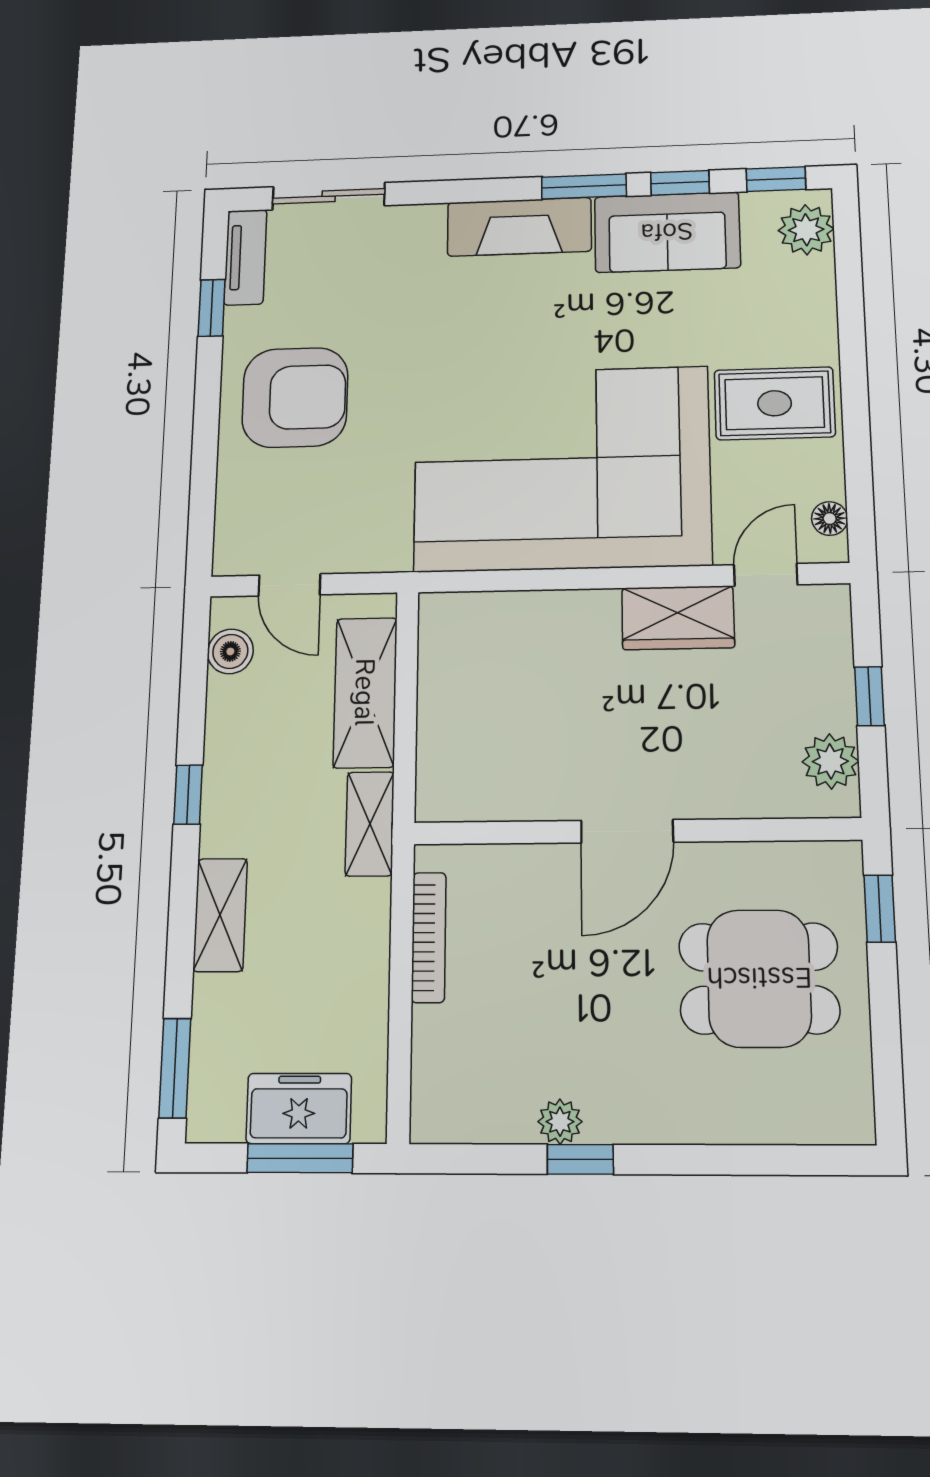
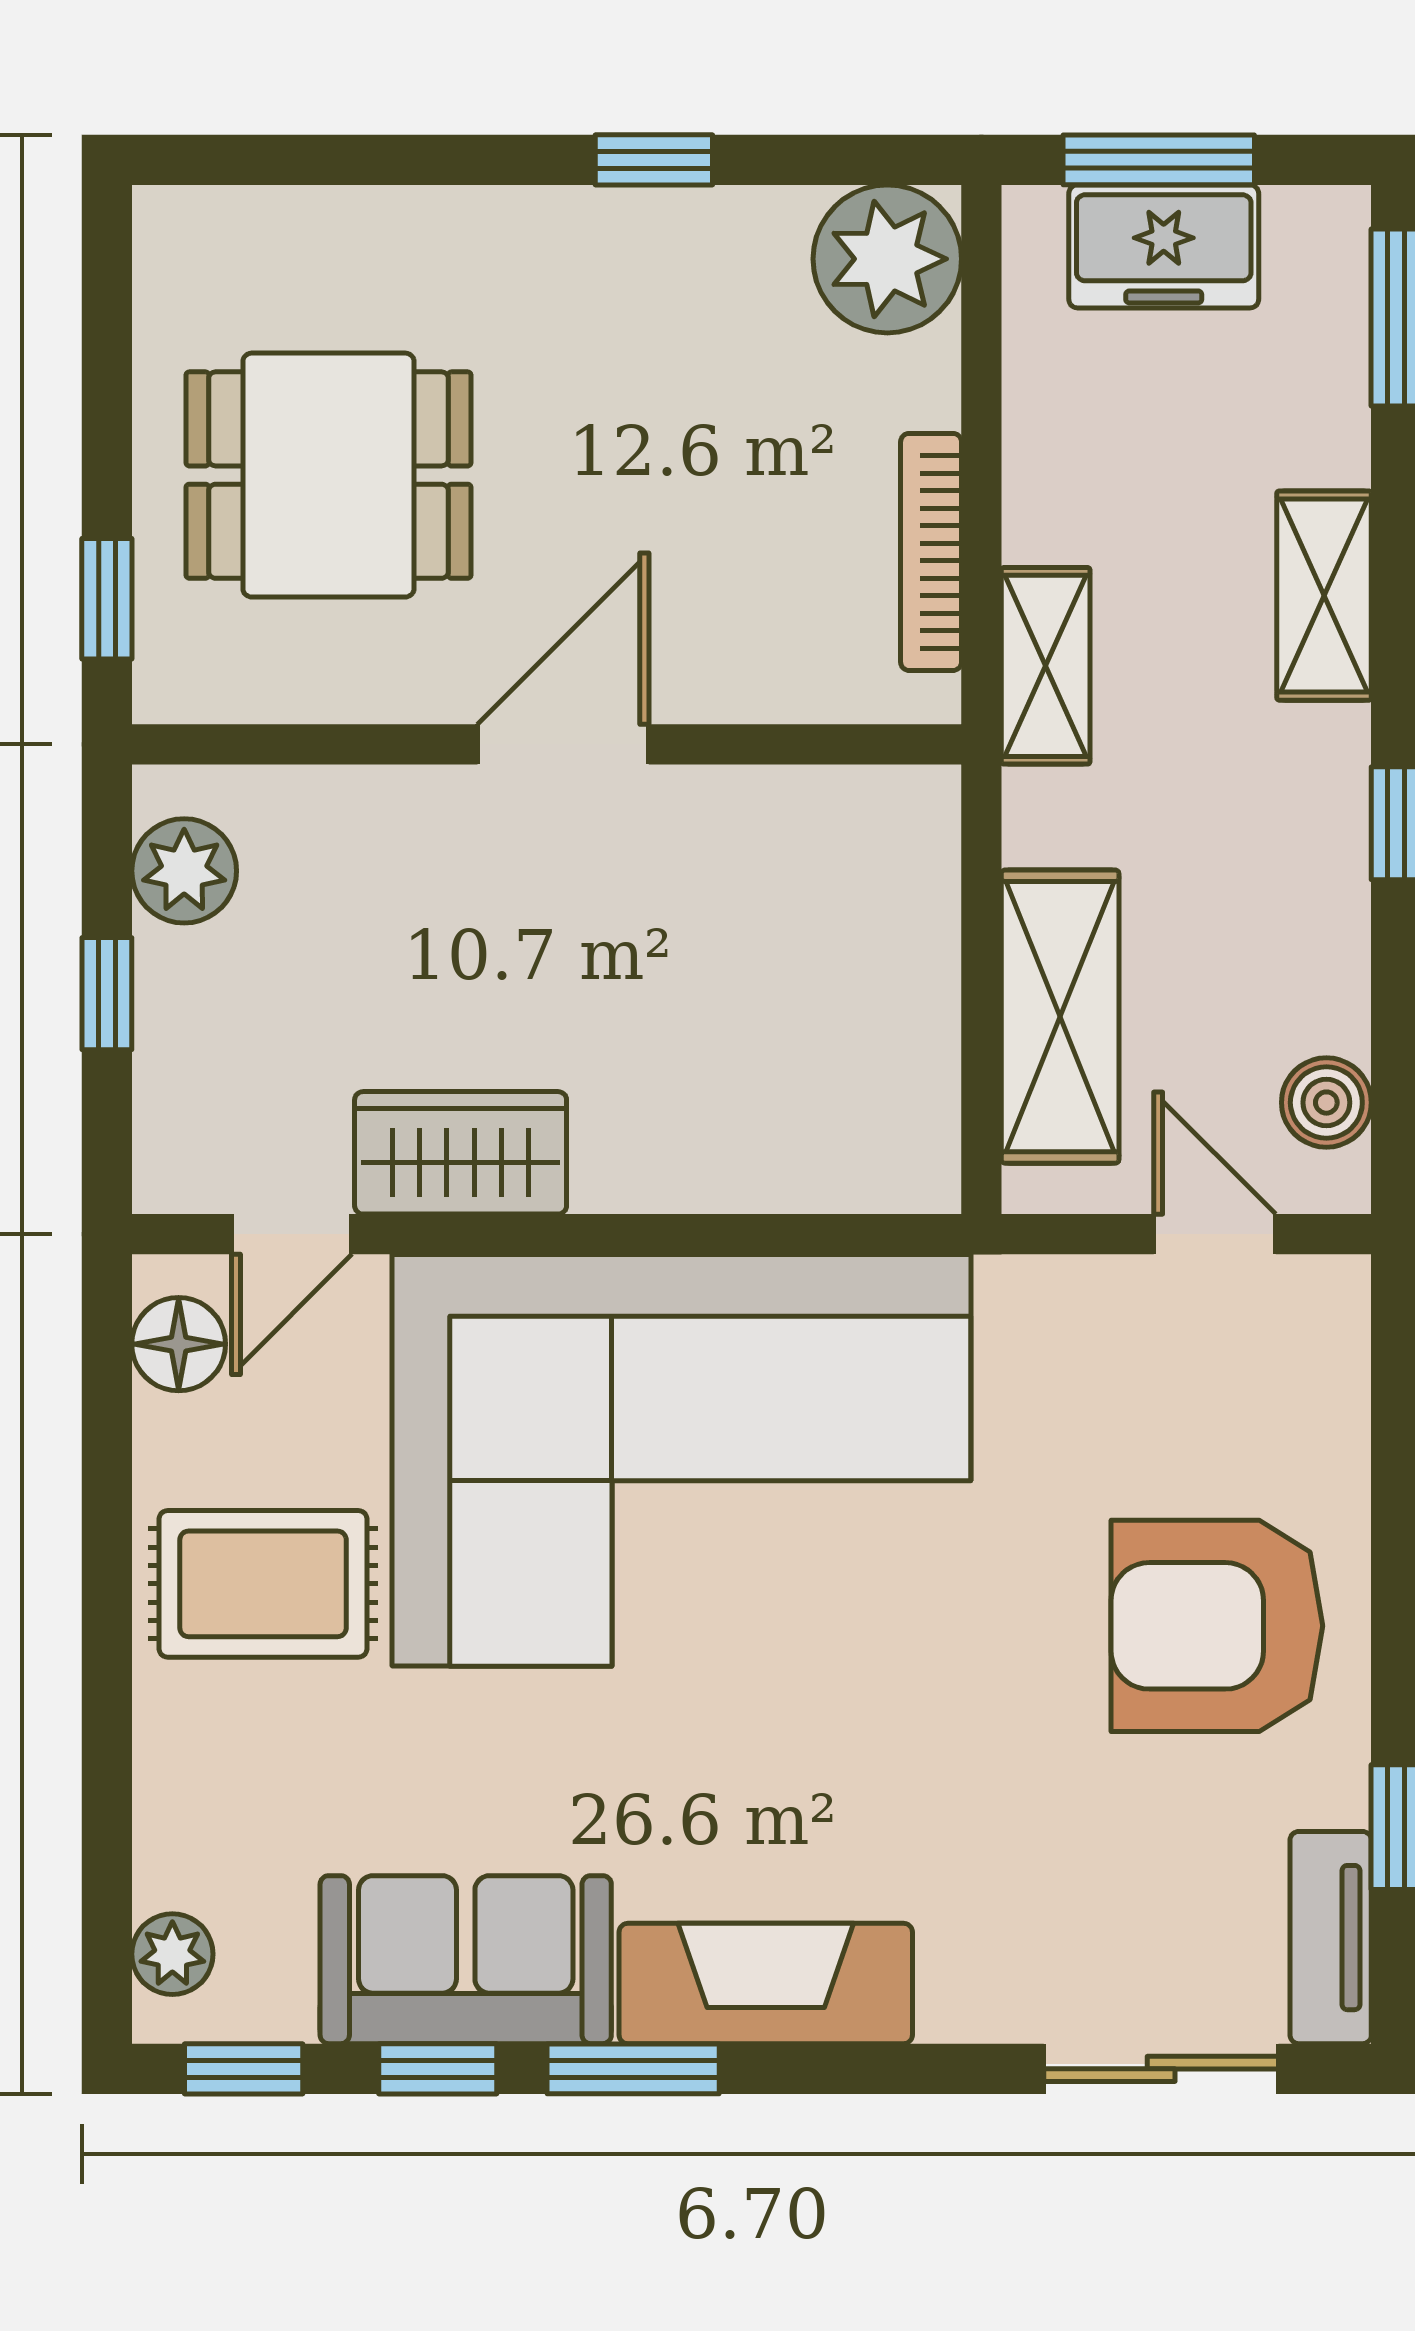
plant: (806, 230) -> (172, 1954), width x0.73, depth x0.73
floor lamp: (830, 519) -> (179, 1344), width x1.37, depth x1.37
shelving: (370, 824) -> (1046, 666), moved
plant: (560, 1122) -> (887, 259), moved, width x1.88, depth x1.88

